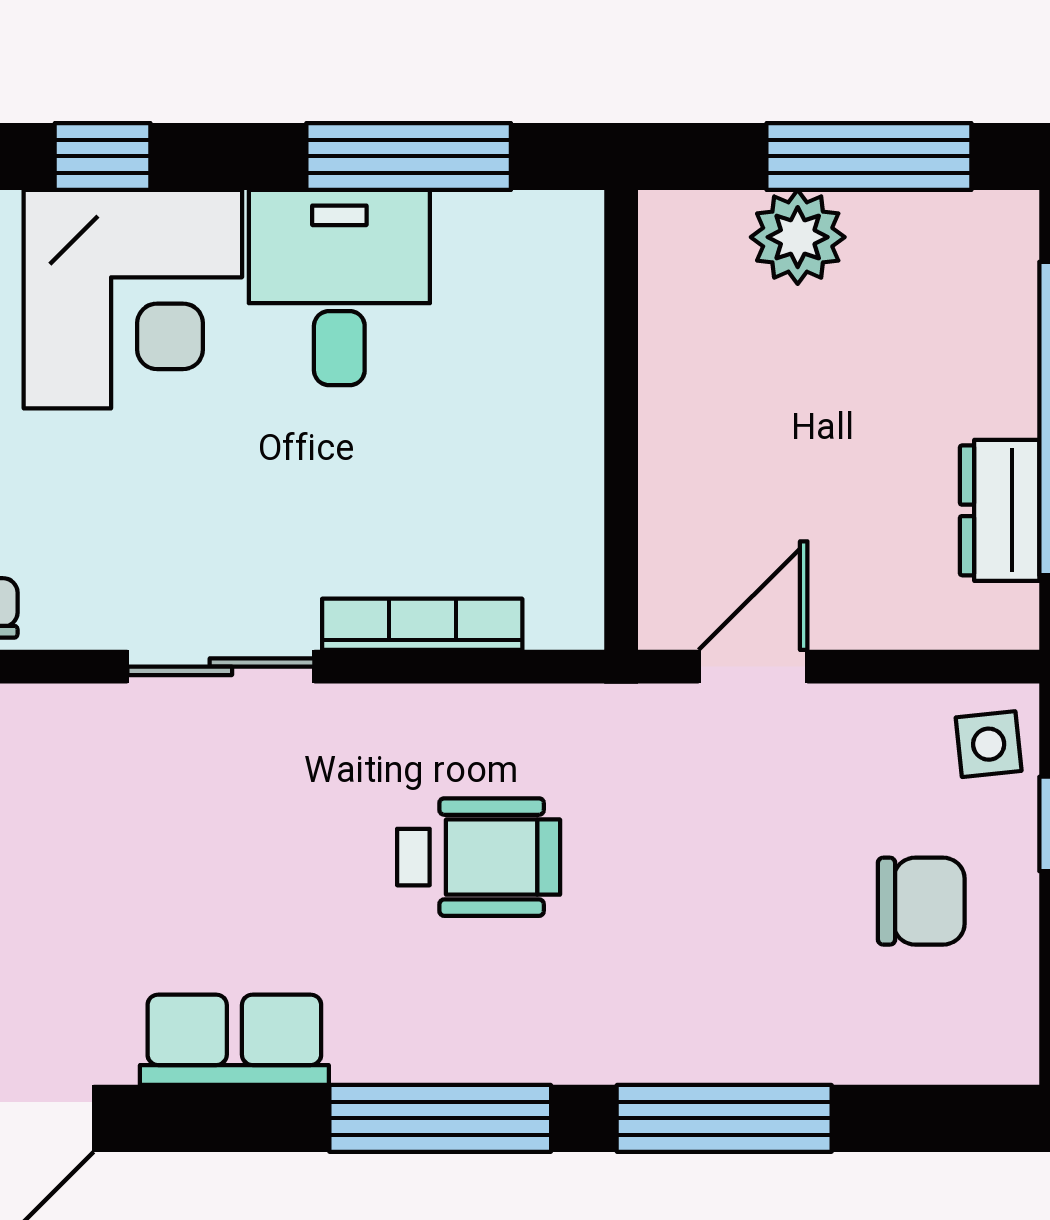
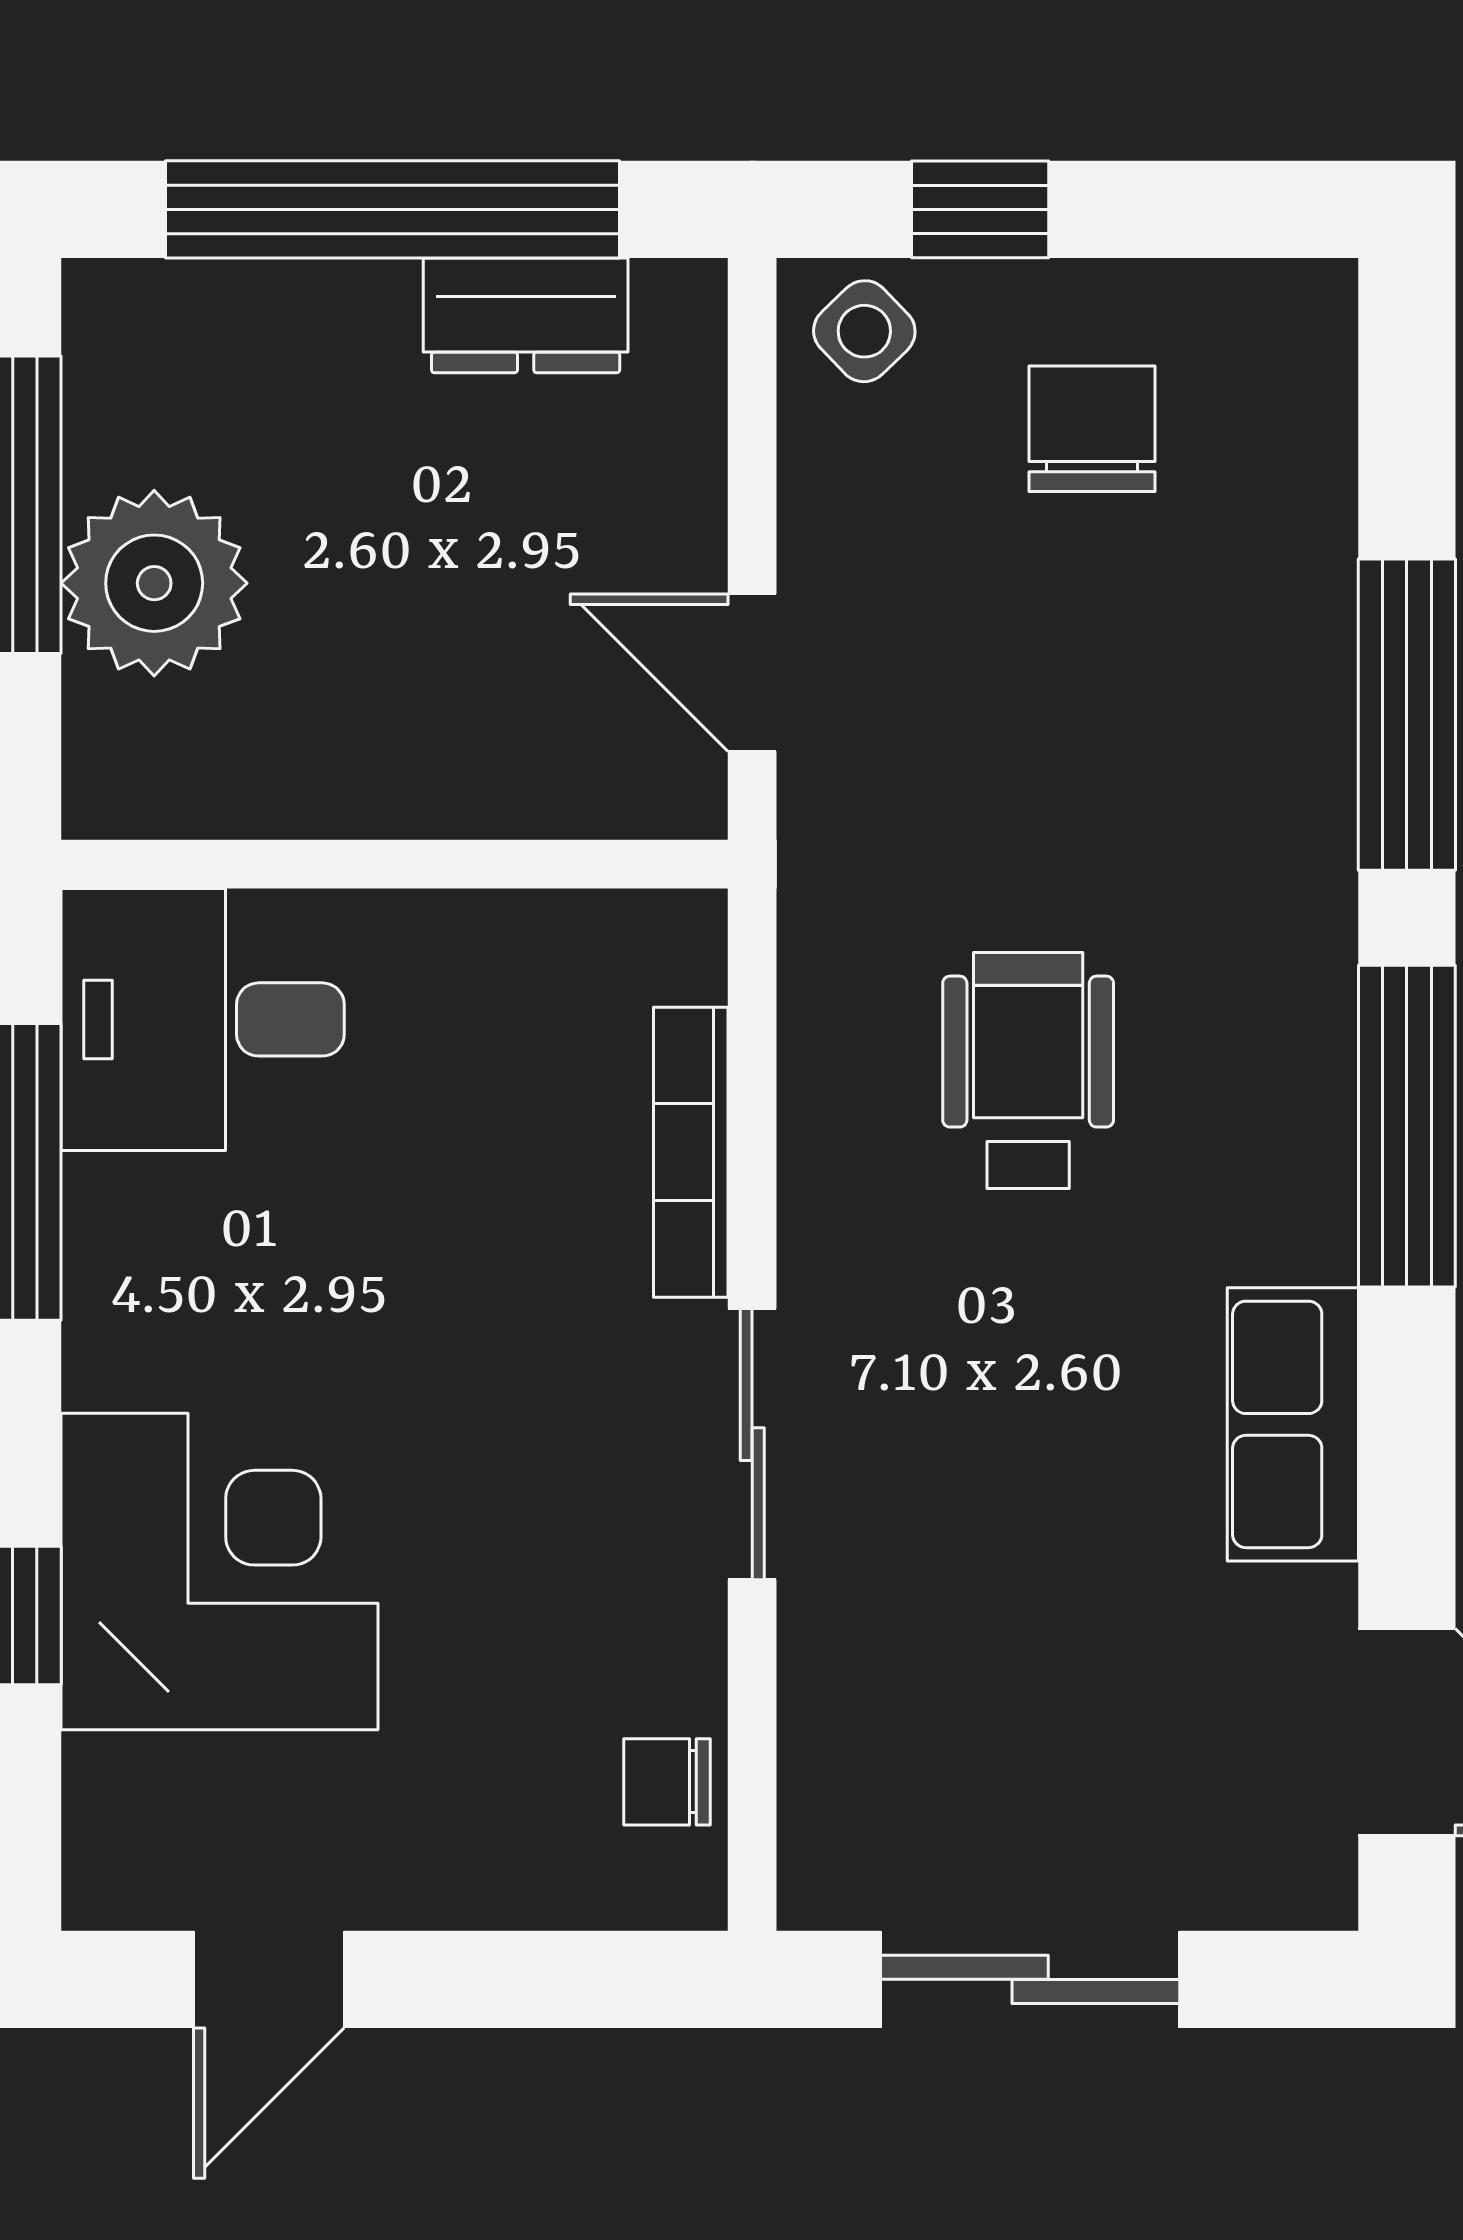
plant: (798, 237) -> (154, 583), width x1.36, depth x1.36
desk: (339, 288) -> (203, 1019), moved
side table: (989, 744) -> (864, 331), turned -38

